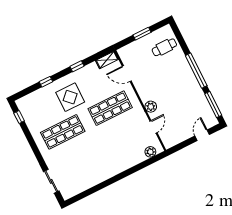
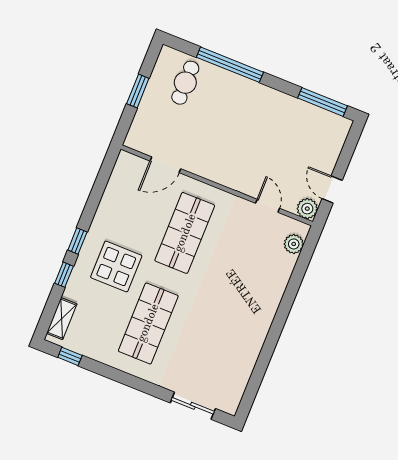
shelving: (107, 60) -> (62, 319), moved
window: (77, 66) -> (77, 241), moved
window: (196, 71) -> (230, 65), moved
plant: (151, 107) -> (307, 209), moved
door: (202, 135) -> (332, 189), moved

